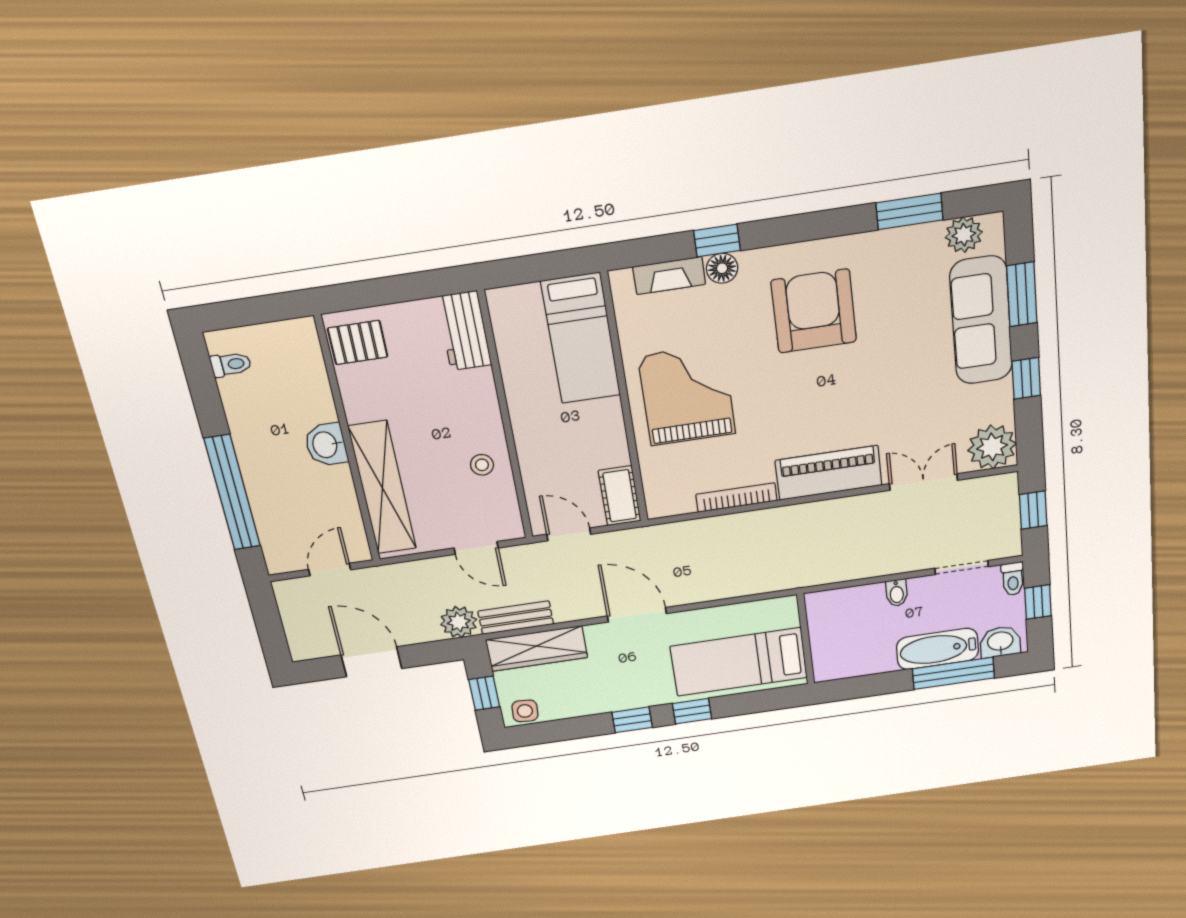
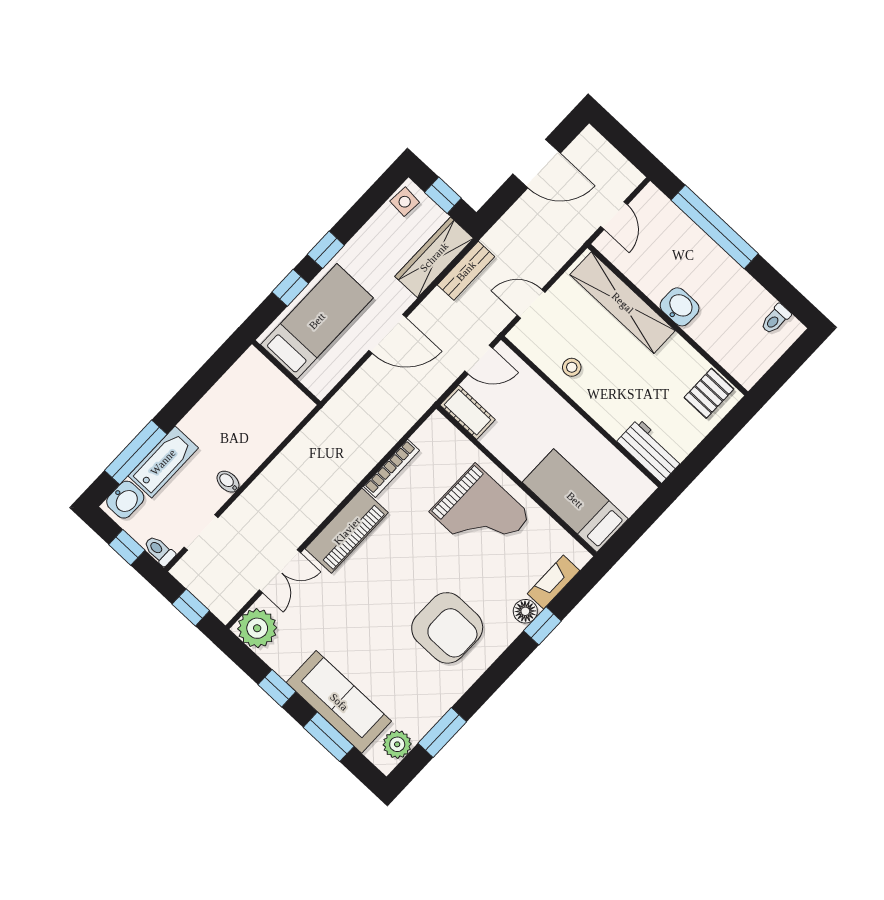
plant: (459, 622) -> (501, 239), removed
wall: (806, 639) -> (286, 373), moved
bed: (739, 662) -> (317, 321), moved

